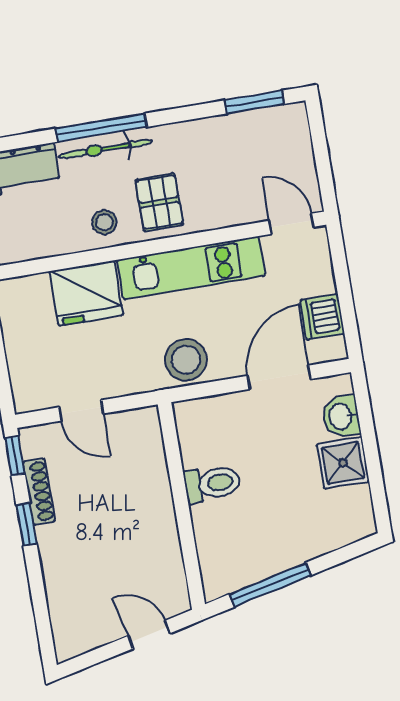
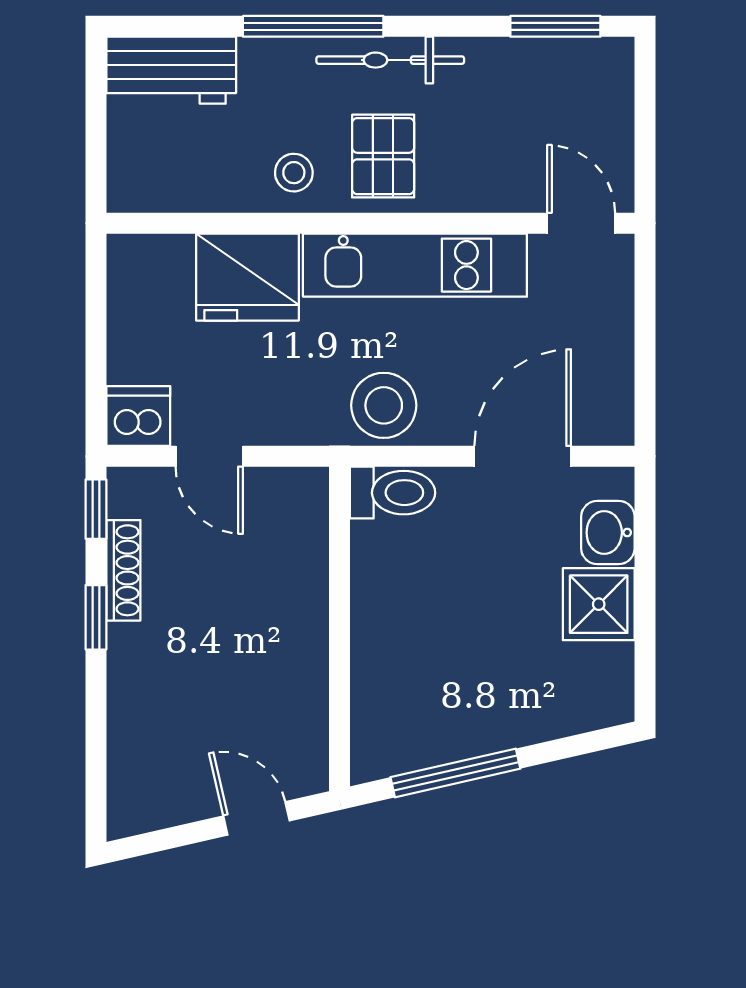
bicycle: (105, 149) -> (390, 60), moved
dishwasher: (322, 317) -> (138, 416), moved, turned 90
toilet: (212, 484) -> (392, 493), moved

